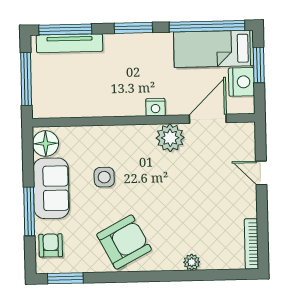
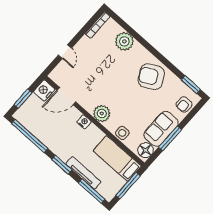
tv unit: (70, 43) -> (83, 173), moved
bed: (214, 49) -> (117, 159), moved, turned 180
nightstand: (241, 82) -> (44, 90), moved
plant: (170, 138) -> (102, 113), moved
side table: (104, 177) -> (122, 133), moved
window: (29, 211) -> (170, 138), moved
plant: (192, 262) -> (124, 41), width x1.87, depth x1.87

